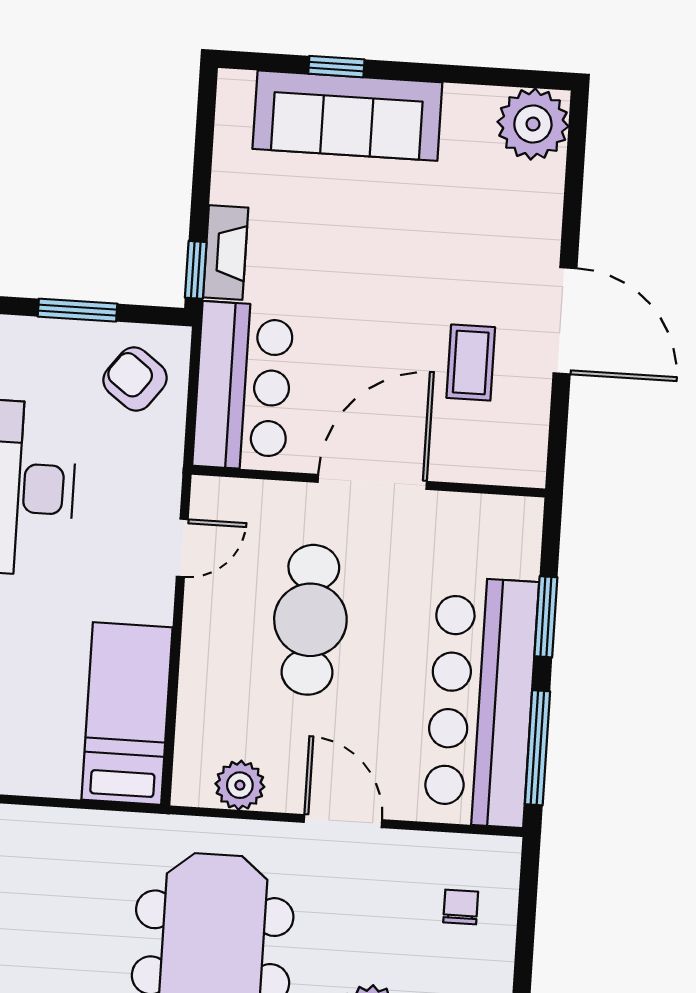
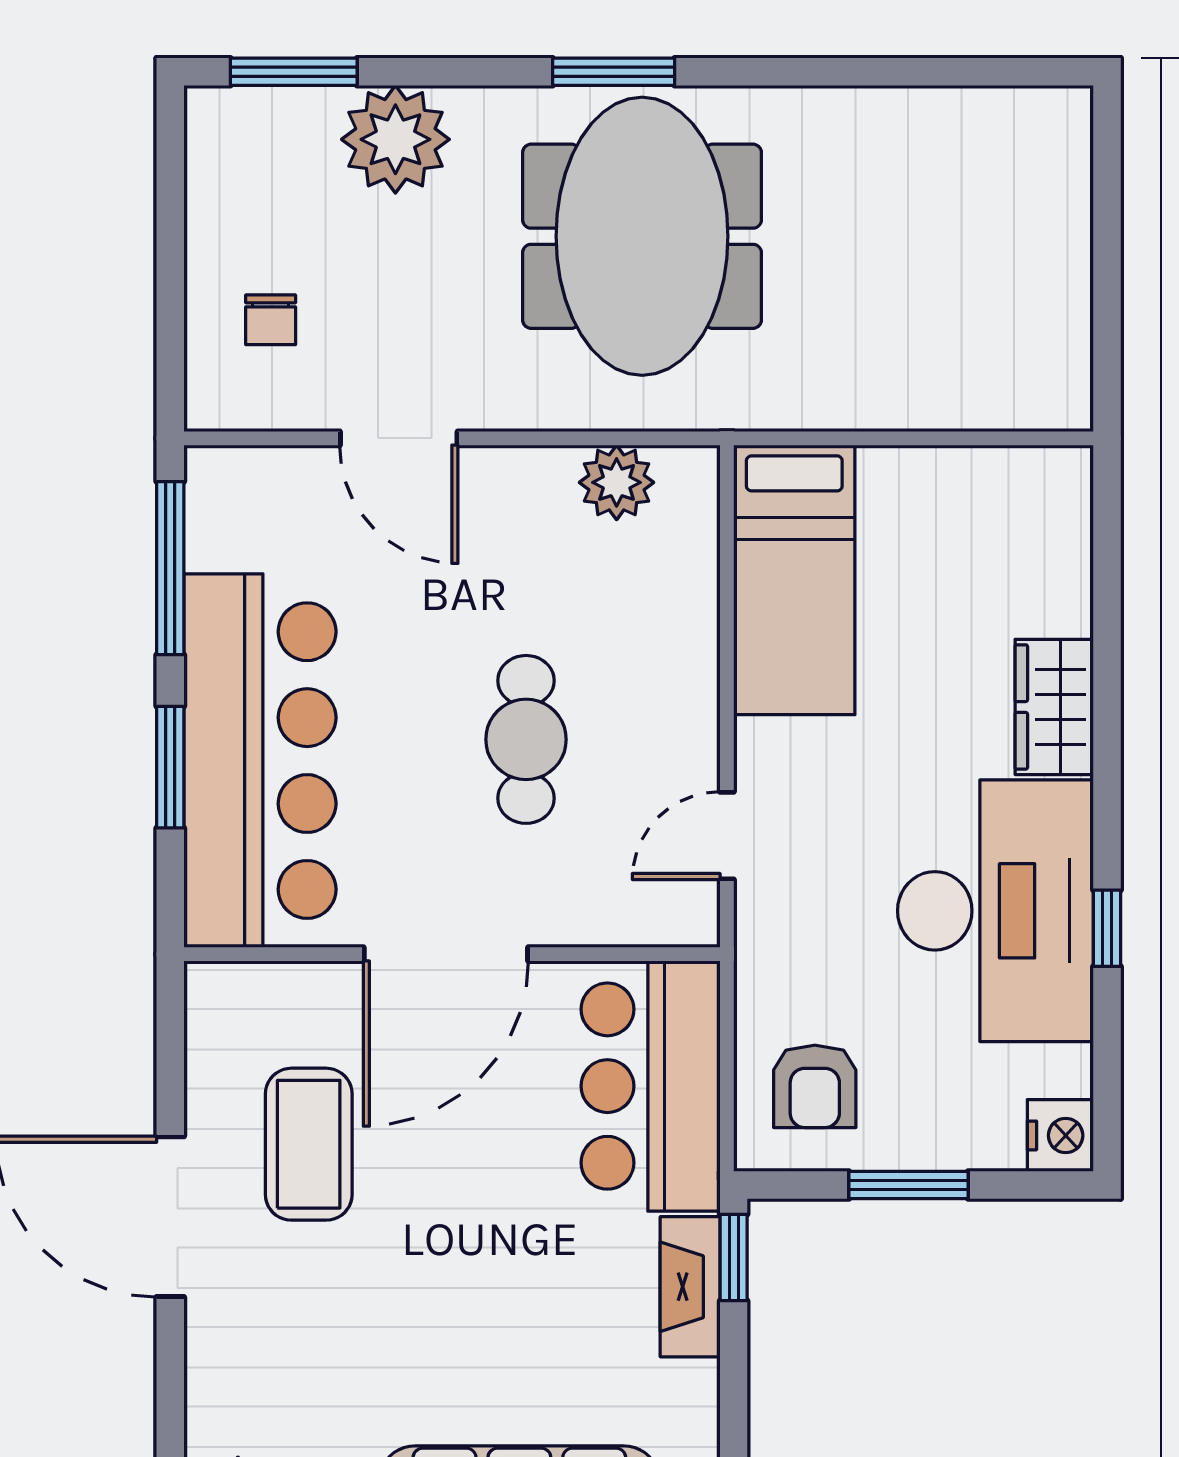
coffee table: (471, 363) -> (309, 1144), width x1.36, depth x1.30
armchair: (135, 379) -> (815, 1086), turned 53
cafe table: (310, 620) -> (526, 739), width x0.73, depth x0.74
bar counter: (481, 702) -> (260, 761), moved
door: (343, 821) -> (399, 438), moved

